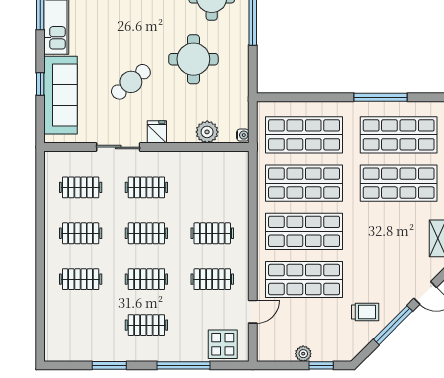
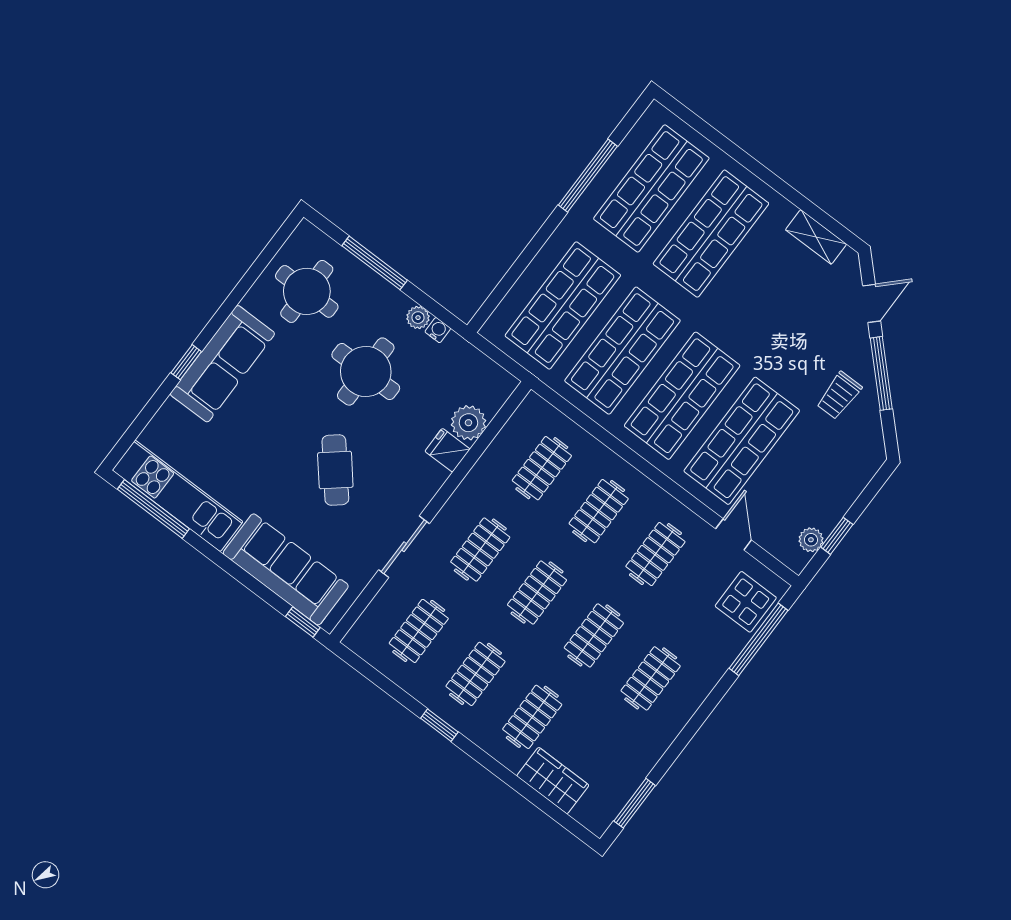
plant: (241, 65) -> (418, 318), added
window: (40, 84) -> (303, 622), moved
fridge: (157, 132) -> (448, 450), moved
water cooler: (243, 135) -> (438, 330), moved
clothes rail: (212, 187) -> (542, 468), added
window: (40, 235) -> (439, 725), added
trolley: (365, 312) -> (839, 396), turned 180
wardrobe: (56, 315) -> (553, 781), added
plant: (303, 354) -> (811, 540), moved
window: (109, 365) -> (635, 803), moved
window: (183, 365) -> (758, 639), moved
window: (321, 365) -> (837, 536), moved

